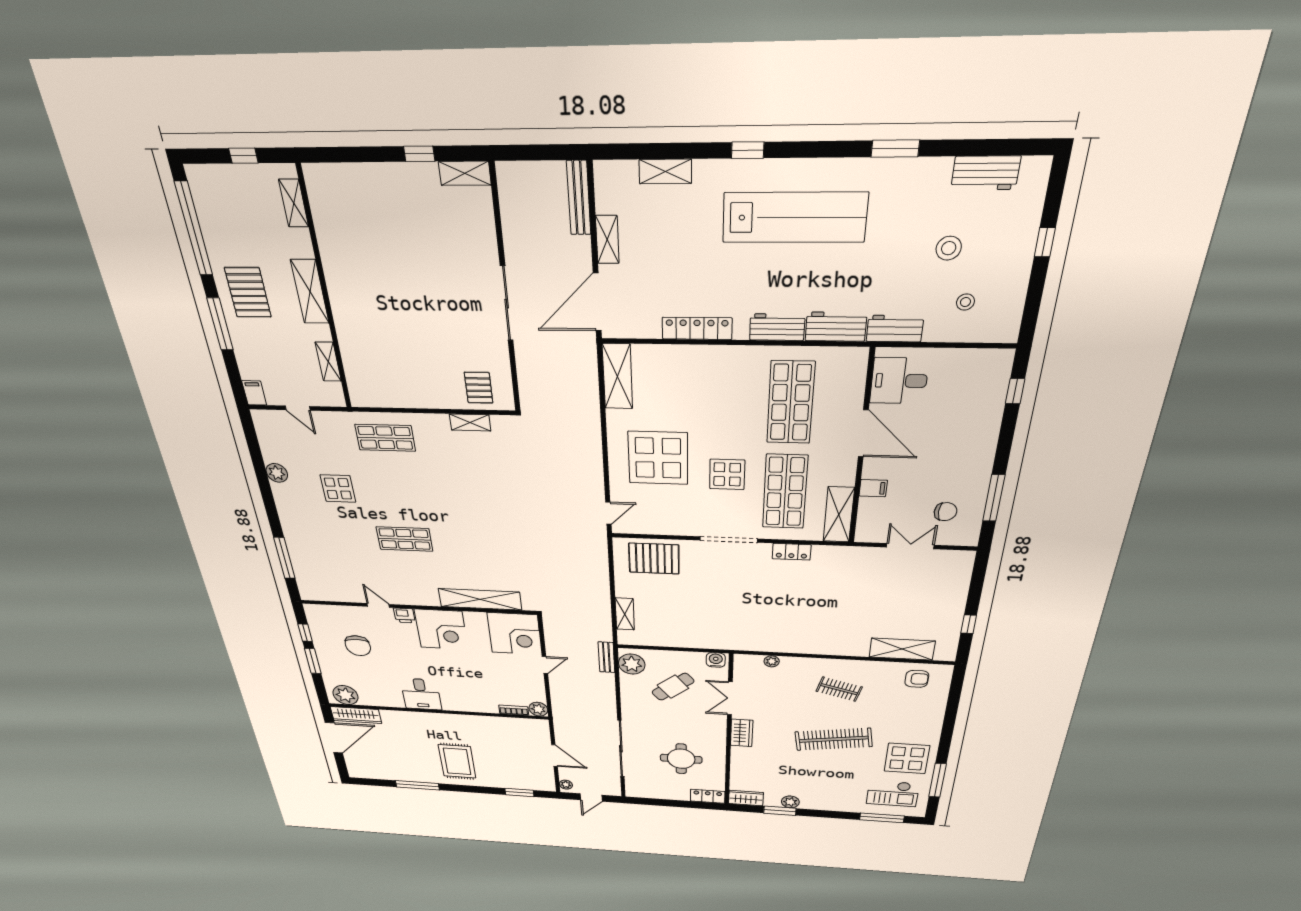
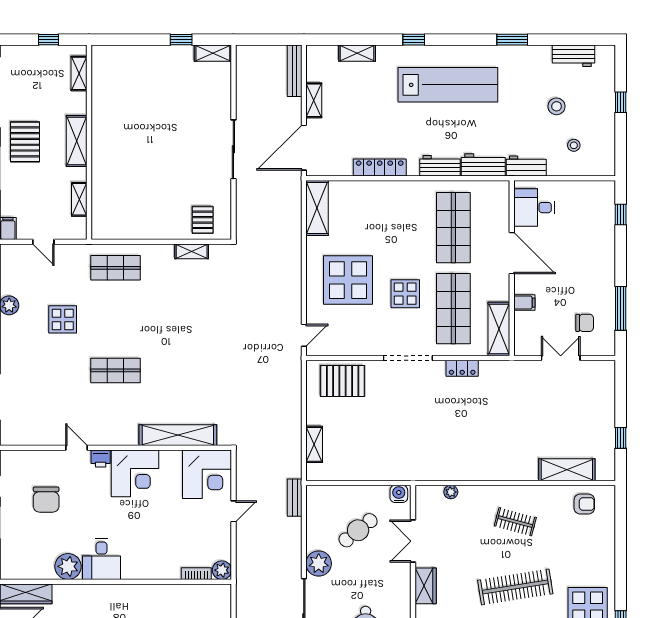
plant: (632, 664) -> (319, 563), moved
plant: (345, 695) -> (68, 566), moved

